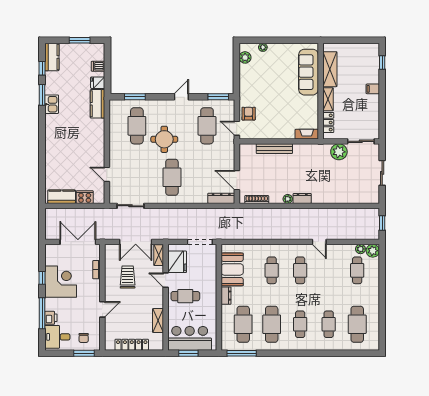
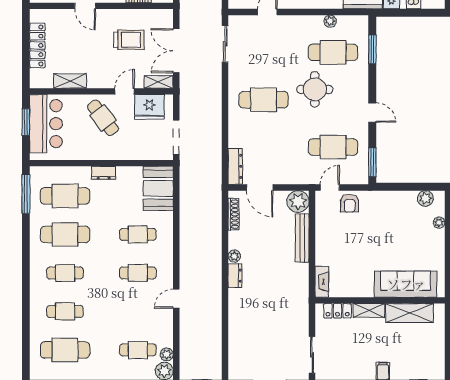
armchair: (249, 114) -> (350, 203), turned 90
plant: (114, 128) -> (330, 21), added
plant: (339, 152) -> (298, 202), moved
door: (237, 180) -> (260, 187), swing flipped
booth: (232, 269) -> (158, 188), moved, turned 90
cafe table: (185, 296) -> (103, 118), turned -37

